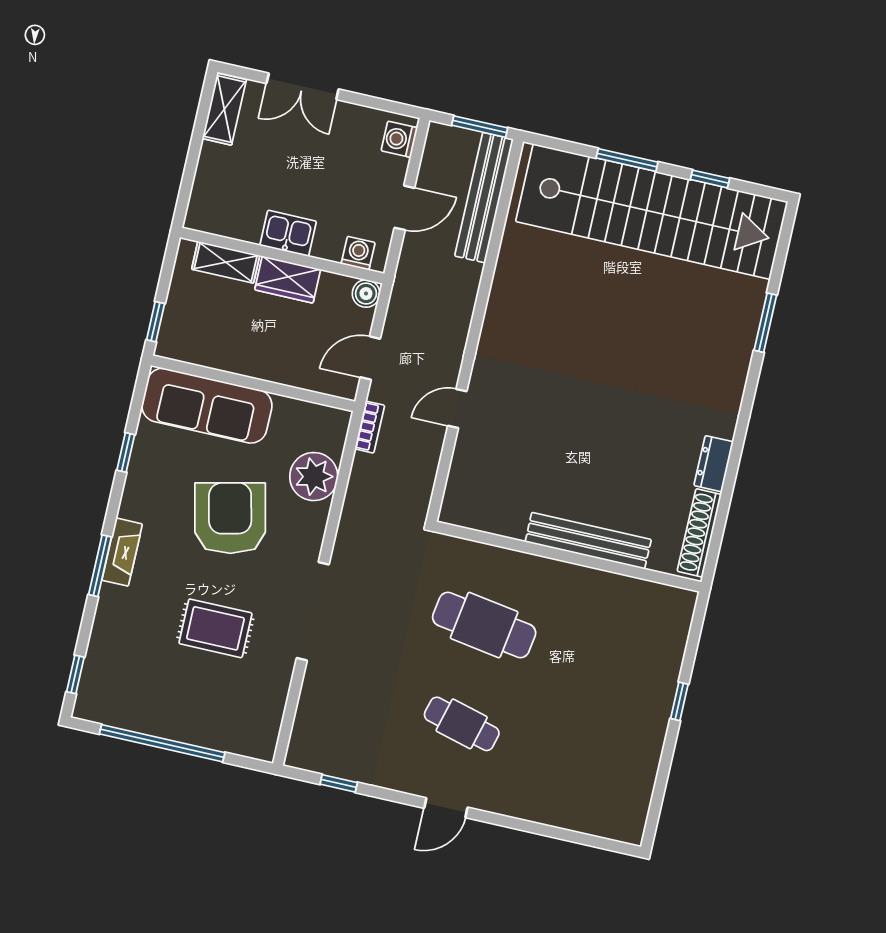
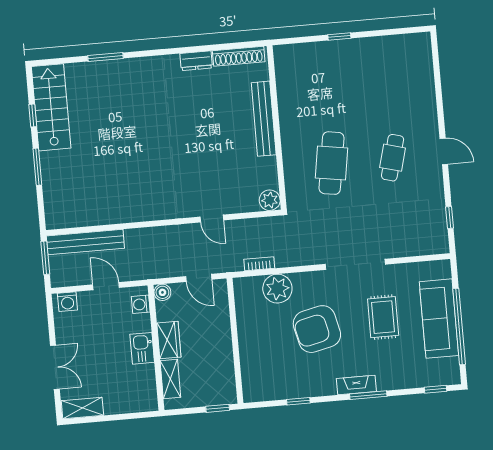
stairs: (652, 212) -> (51, 107), width x0.54, depth x0.66
sofa: (207, 406) -> (439, 319), moved, turned 180
bookcase: (370, 427) -> (259, 264), moved
plant: (457, 509) -> (270, 200), added

